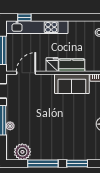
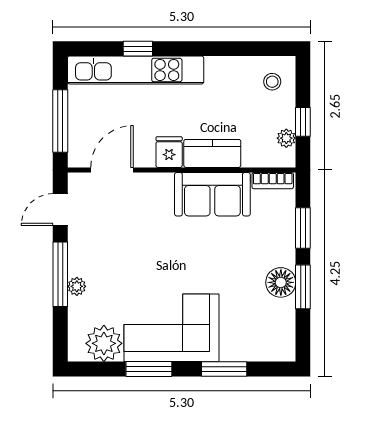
window: (24, 17) -> (138, 49), moved
corner sofa: (53, 145) -> (172, 328), added
window: (43, 163) -> (149, 369), width x0.69

